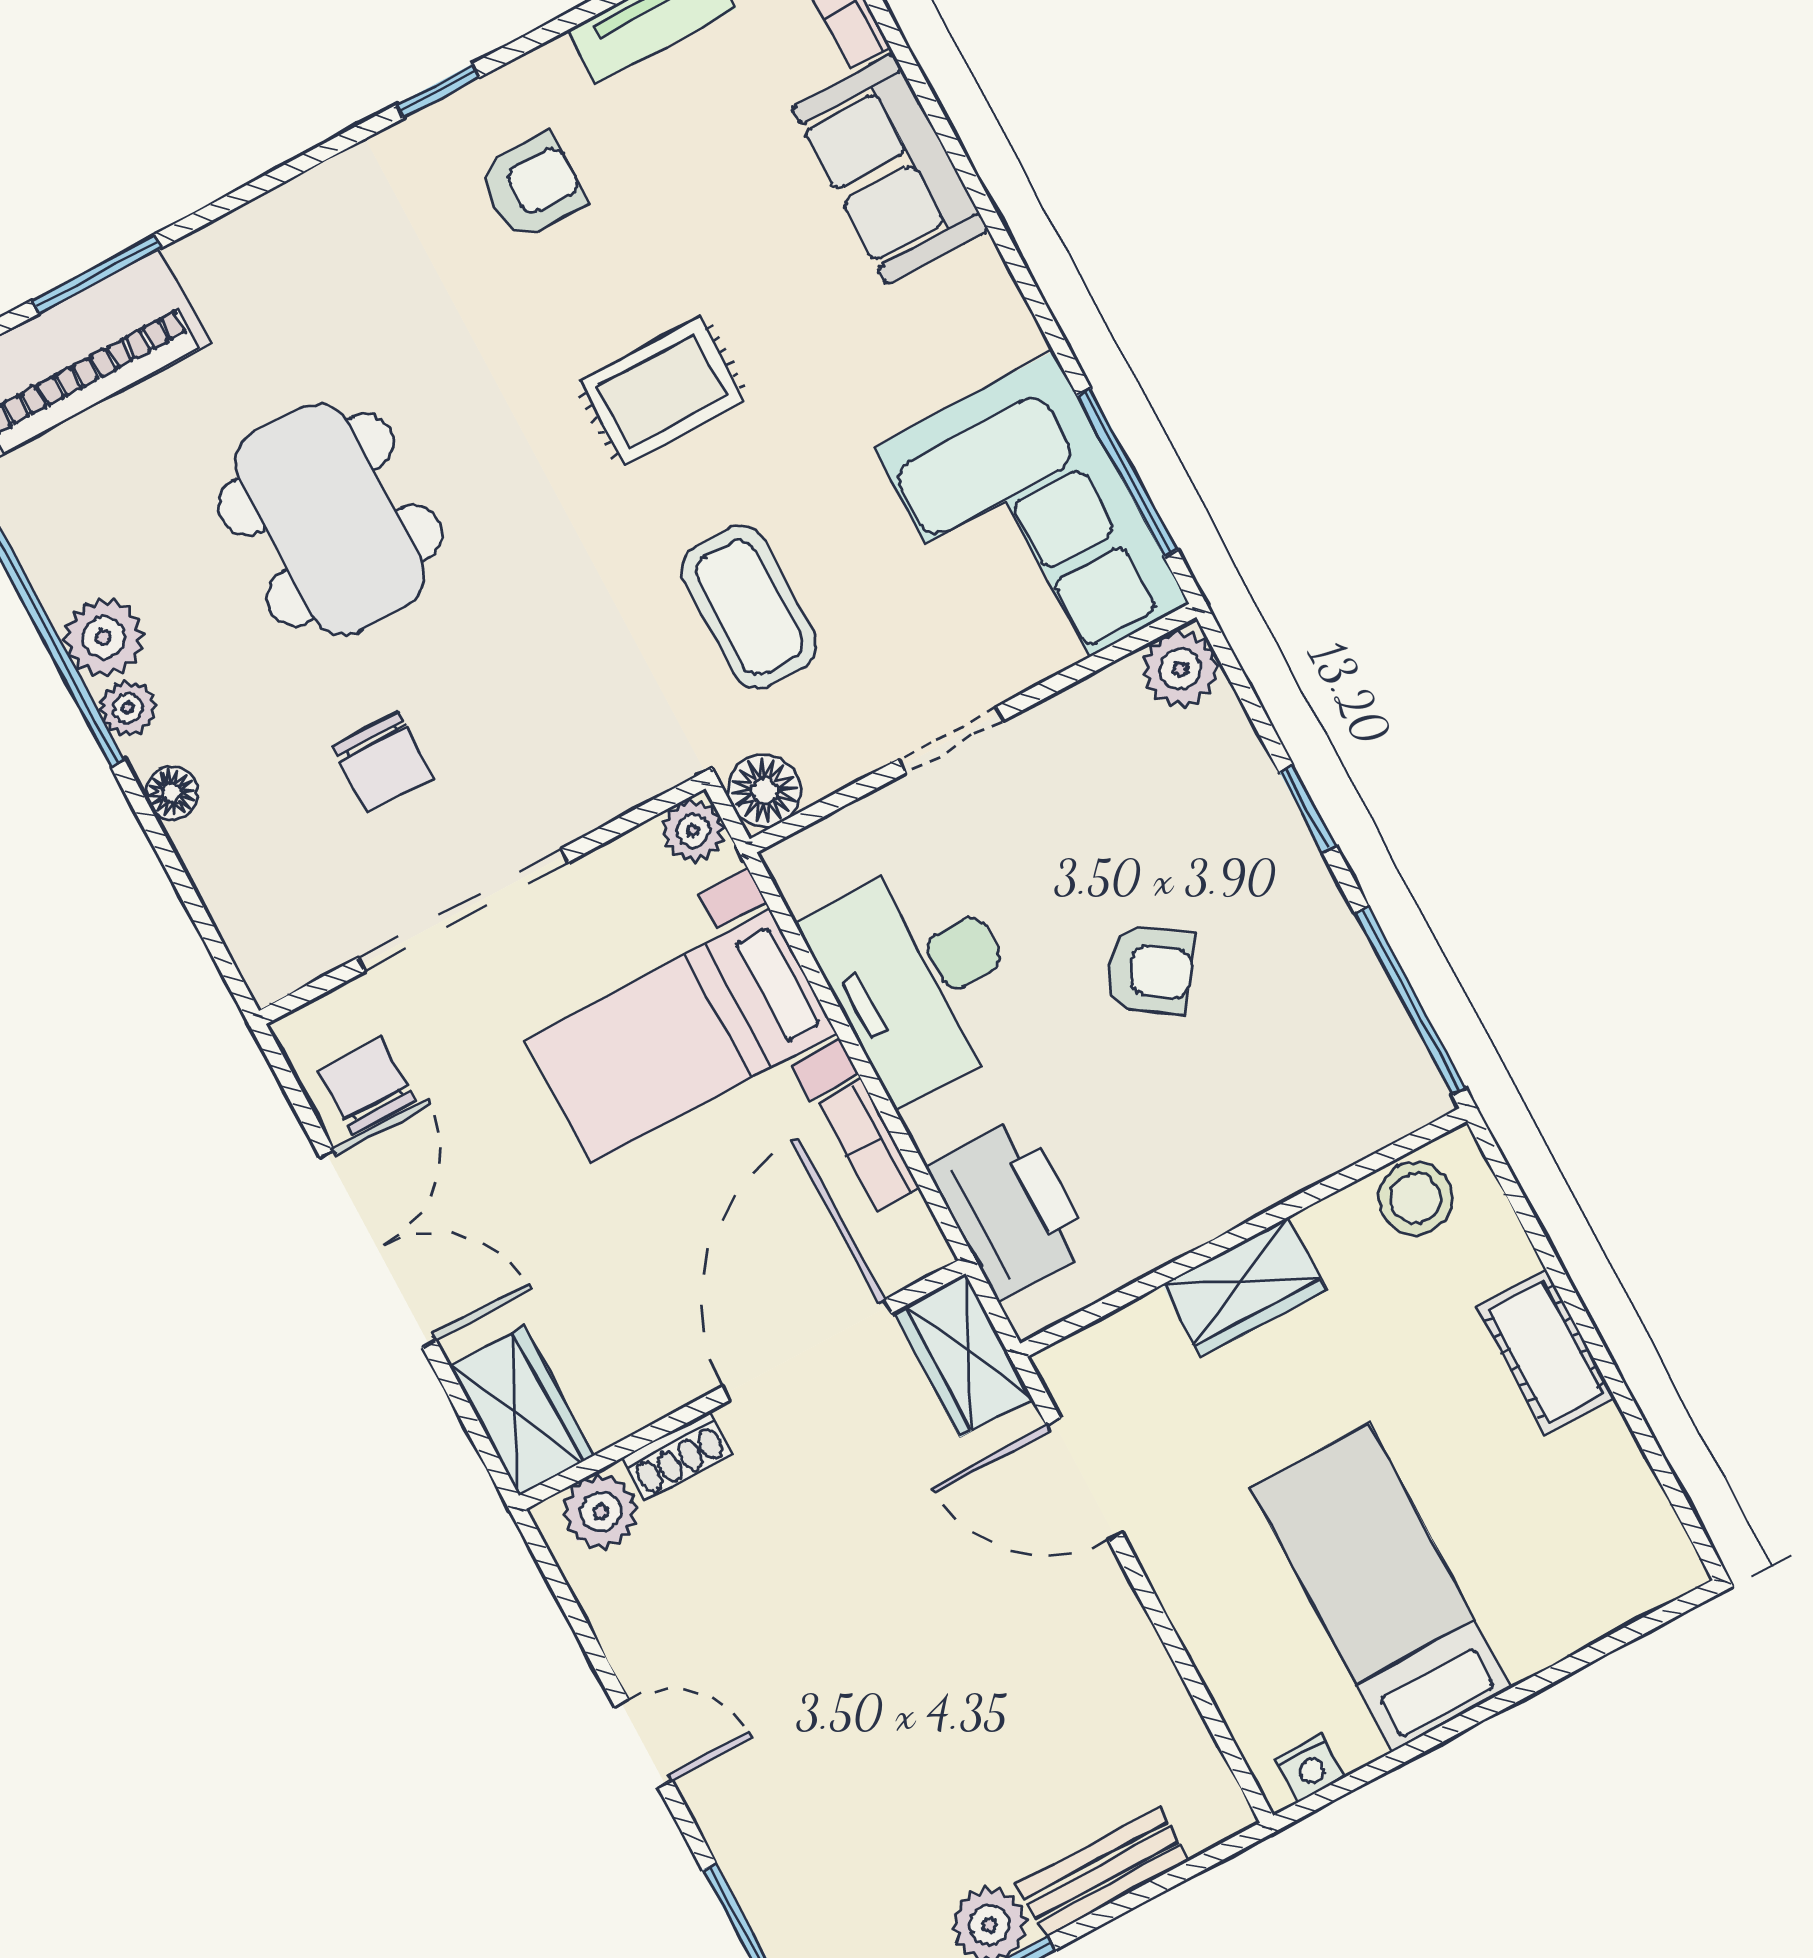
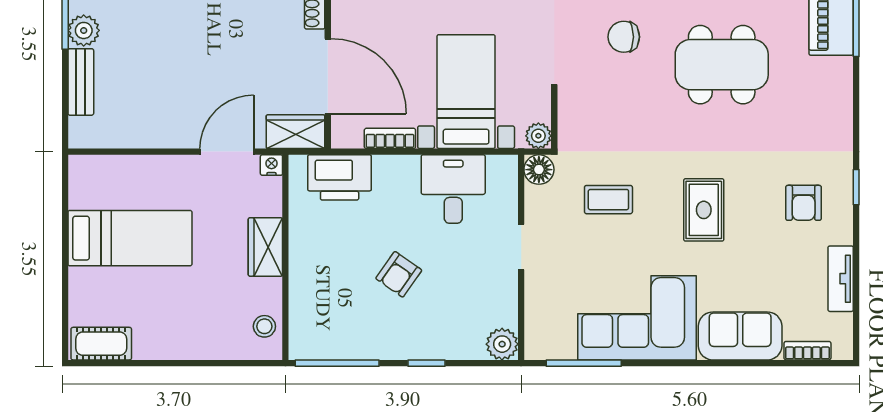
corner sofa: (1031, 526) -> (637, 318), moved
coffee table: (749, 607) -> (608, 200), width x0.73, depth x0.77
desk: (918, 977) -> (453, 189), width x0.73
stool: (1415, 1198) -> (264, 326), width x0.73, depth x0.73
cot: (1545, 1352) -> (101, 344), moved
nightstand: (1310, 1767) -> (271, 165), moved, turned 90

